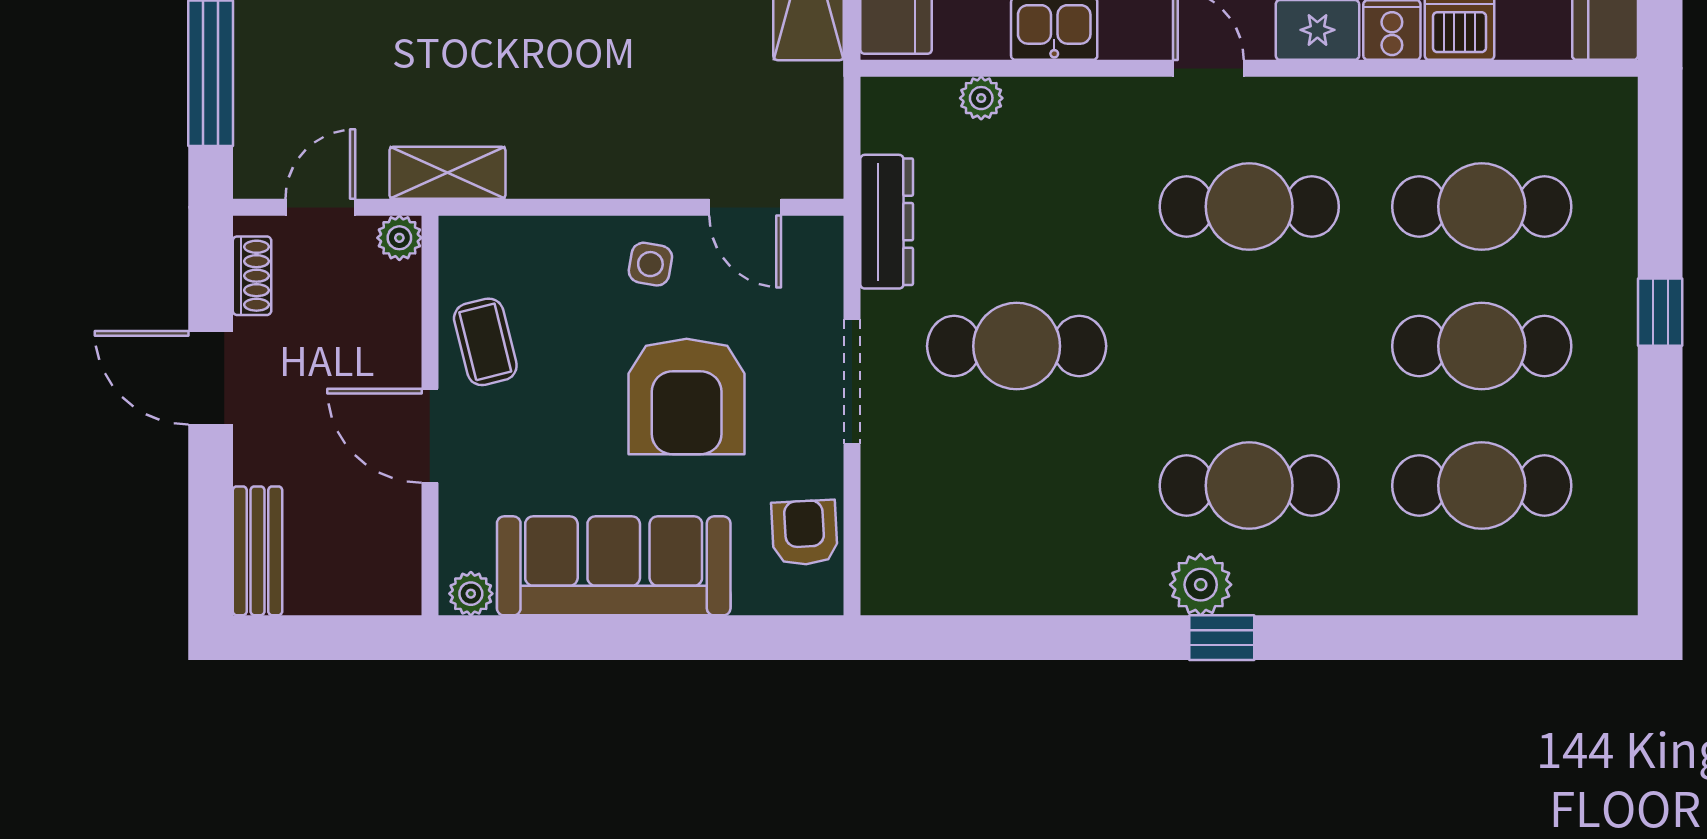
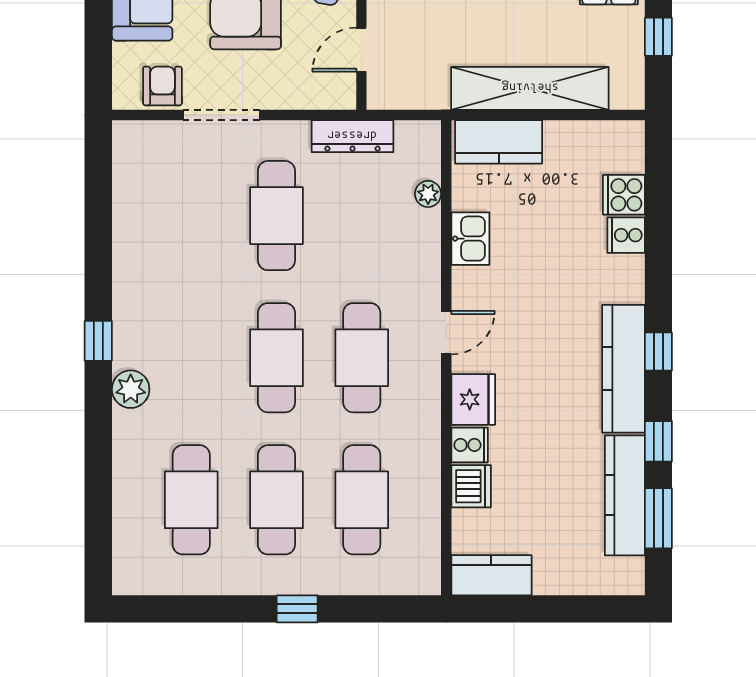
doorway: (852, 382) -> (222, 115), moved
cafe table: (1249, 486) -> (277, 358), moved
armchair: (805, 533) -> (162, 86), turned -87
plant: (1201, 585) -> (131, 389), moved

